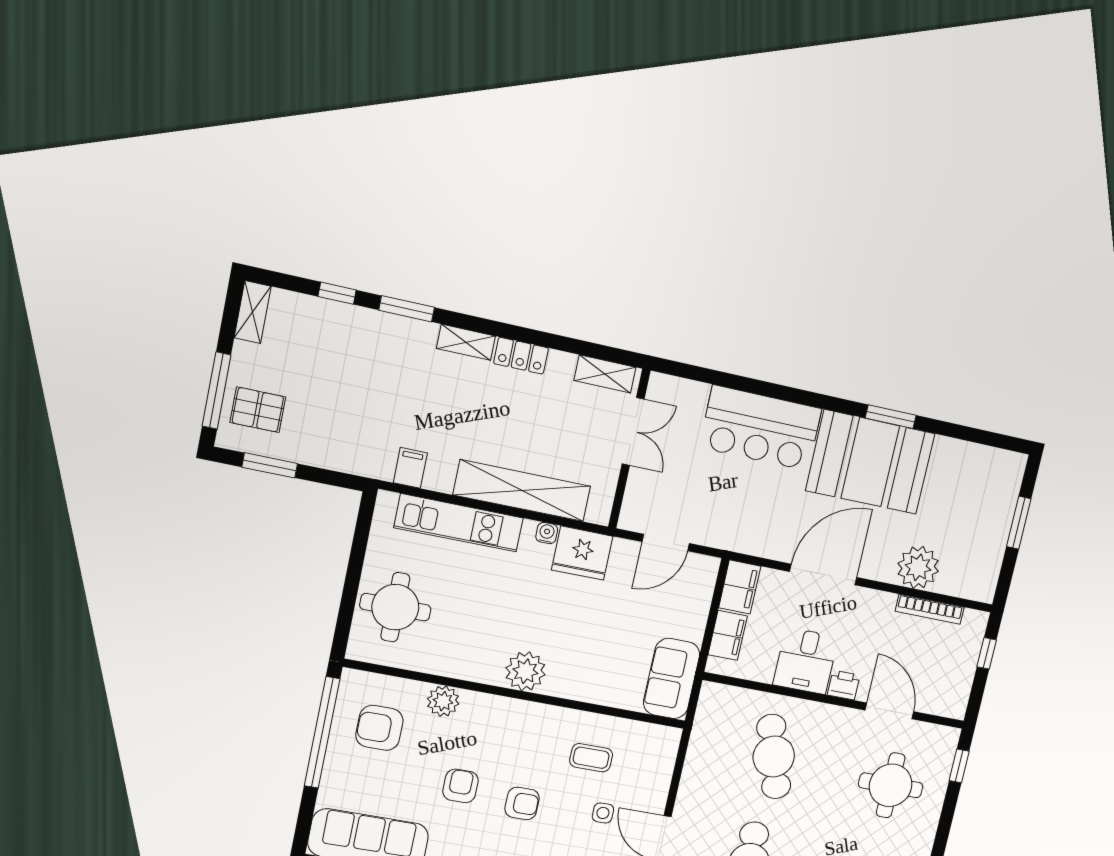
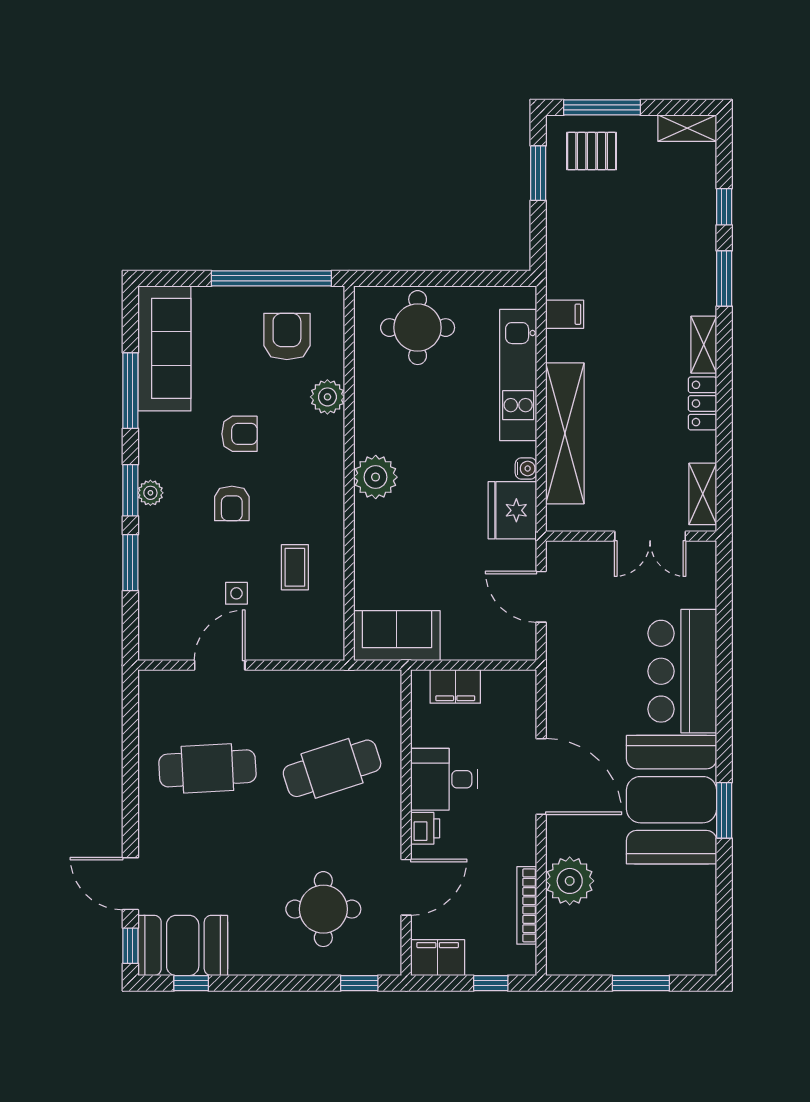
pallet: (258, 410) -> (592, 151), turned 90
filing cabinet: (740, 587) -> (438, 958), moved, turned 180

